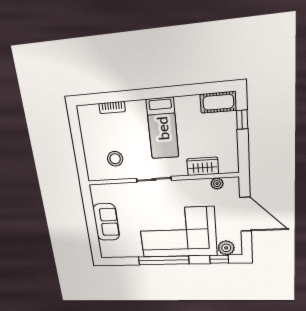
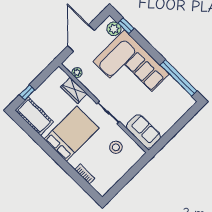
cot: (218, 102) -> (34, 116), width x1.37, depth x1.34
bed: (163, 128) -> (71, 134), width x1.50
sofa: (106, 222) -> (143, 131), moved, turned 90
window: (164, 260) -> (179, 78), moved

